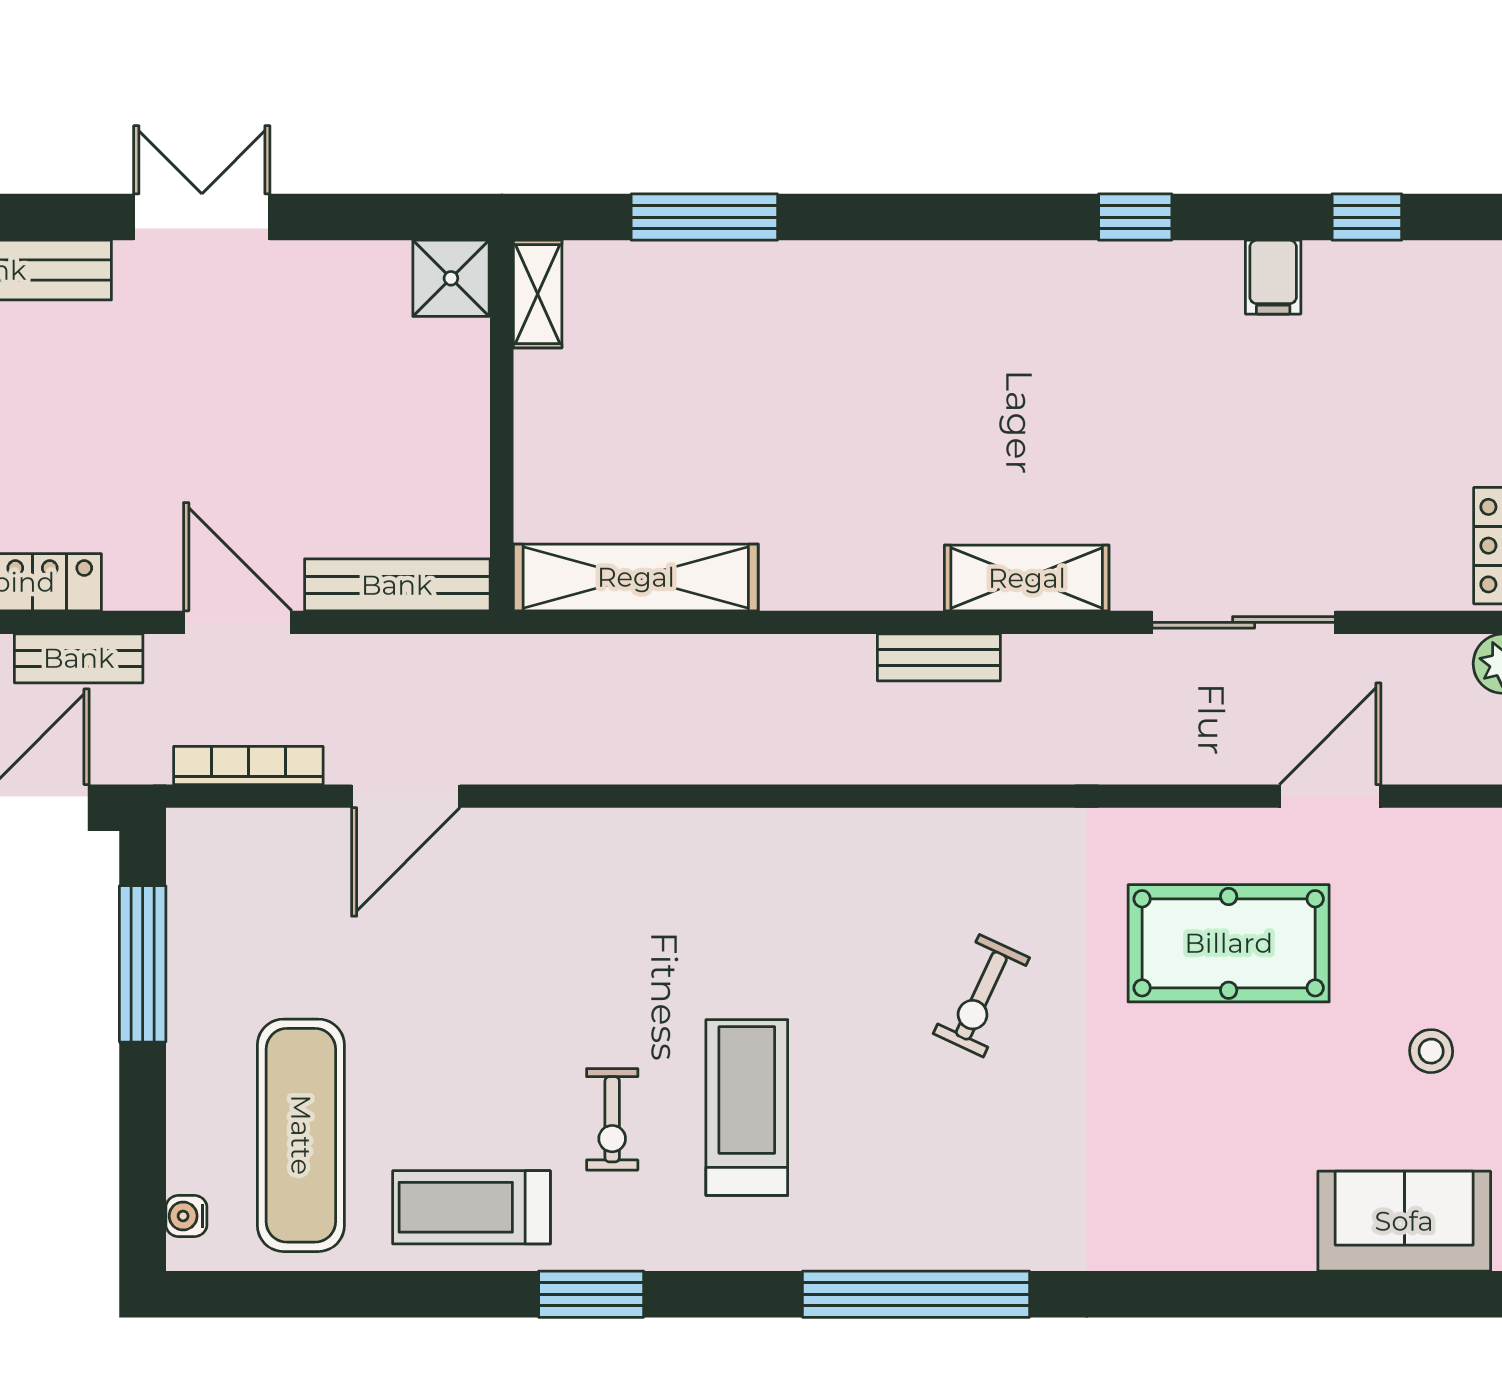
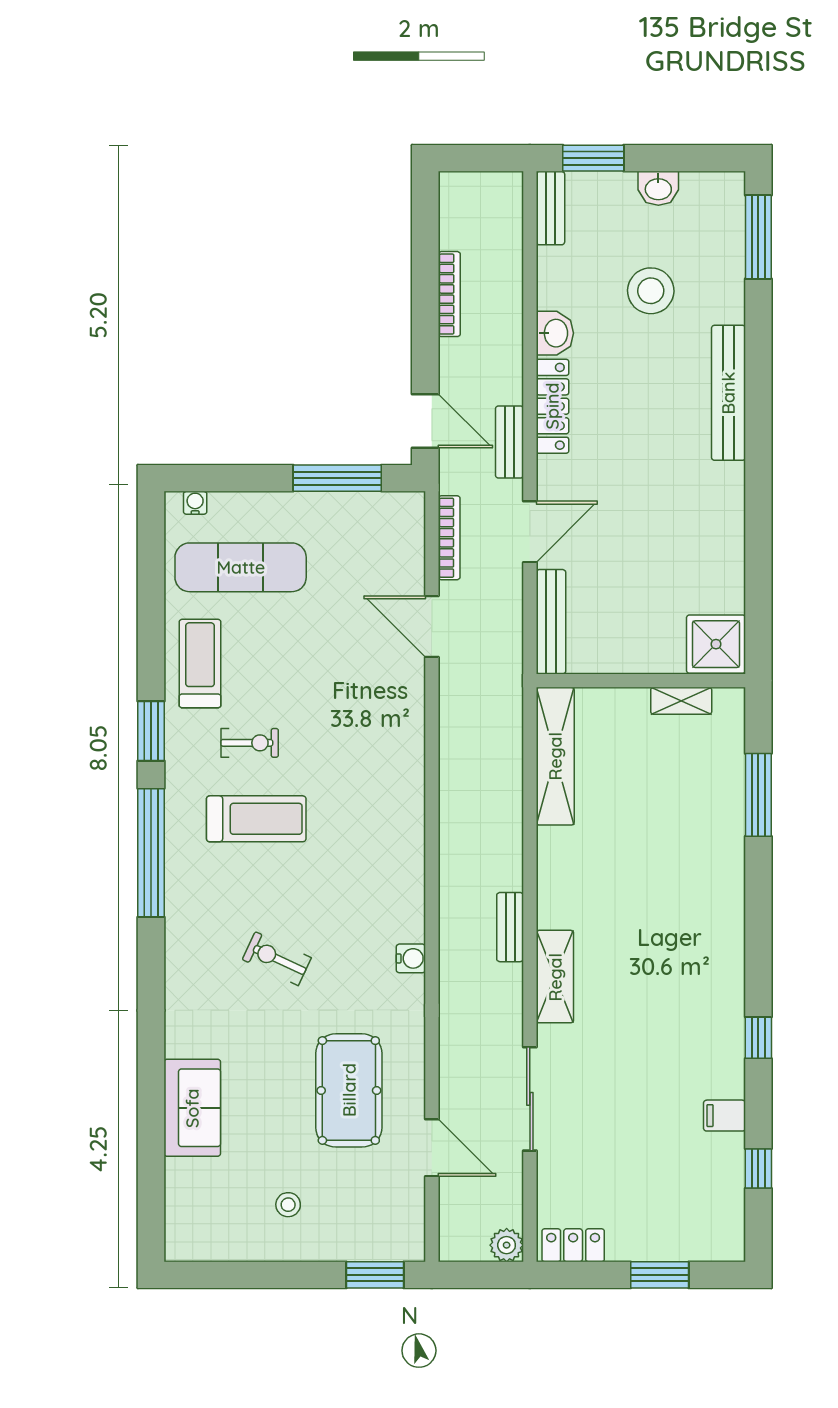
double door: (202, 217) -> (758, 511), removed
shower: (451, 278) -> (716, 644), width x1.36, depth x1.36
shelving: (538, 294) -> (681, 701), moved
water cooler: (994, 833) -> (411, 958), added
exercise bike: (981, 996) -> (277, 959), moved
exercise bike: (612, 1119) -> (250, 743), turned 180
sofa: (1404, 1221) -> (192, 1108), moved
window: (916, 1294) -> (151, 853), moved

